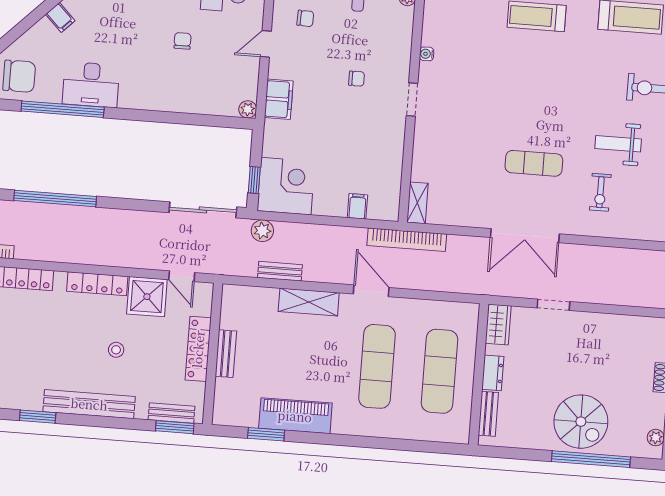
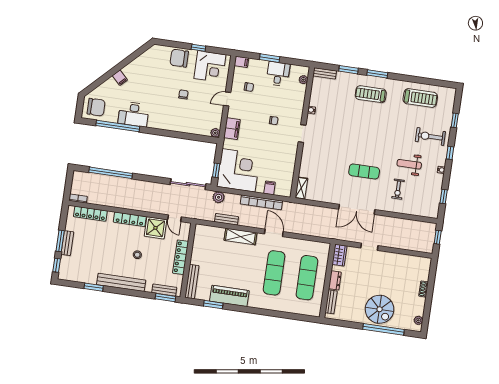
corner desk: (286, 186) -> (239, 170), width x1.36, depth x1.36
bookcase: (407, 240) -> (261, 202), moved
bench: (226, 354) -> (192, 282), moved, width x1.36

